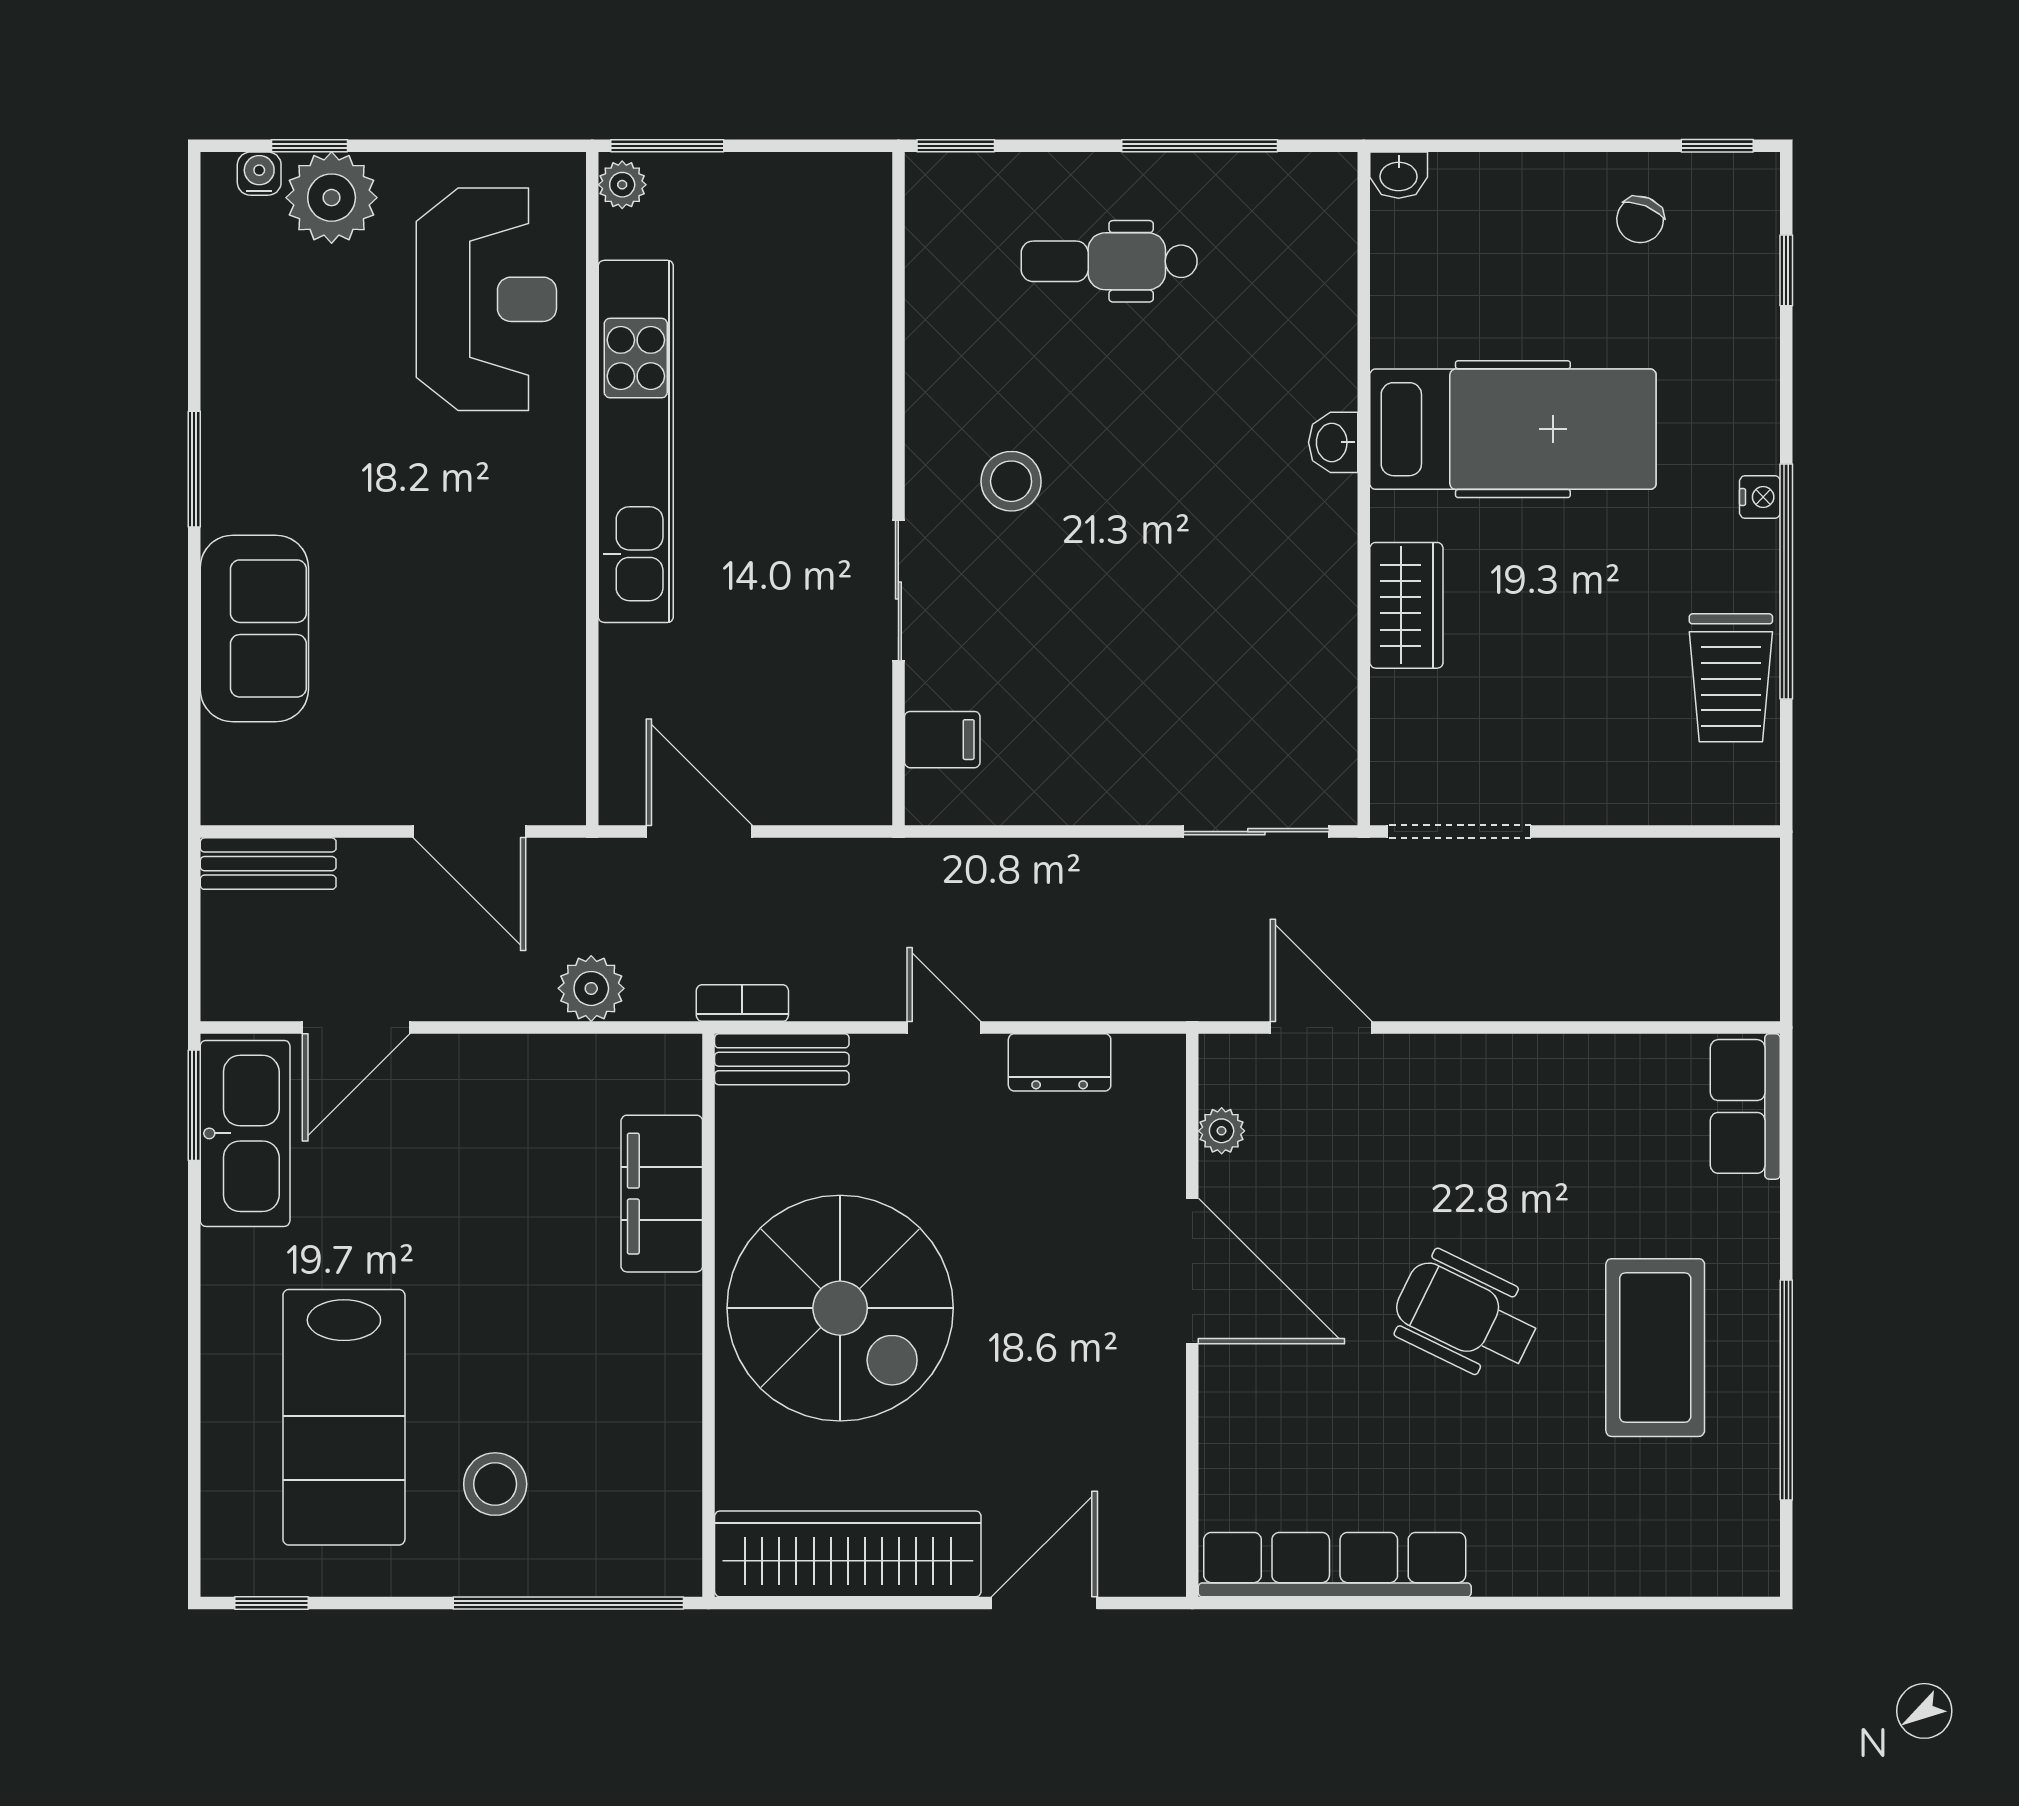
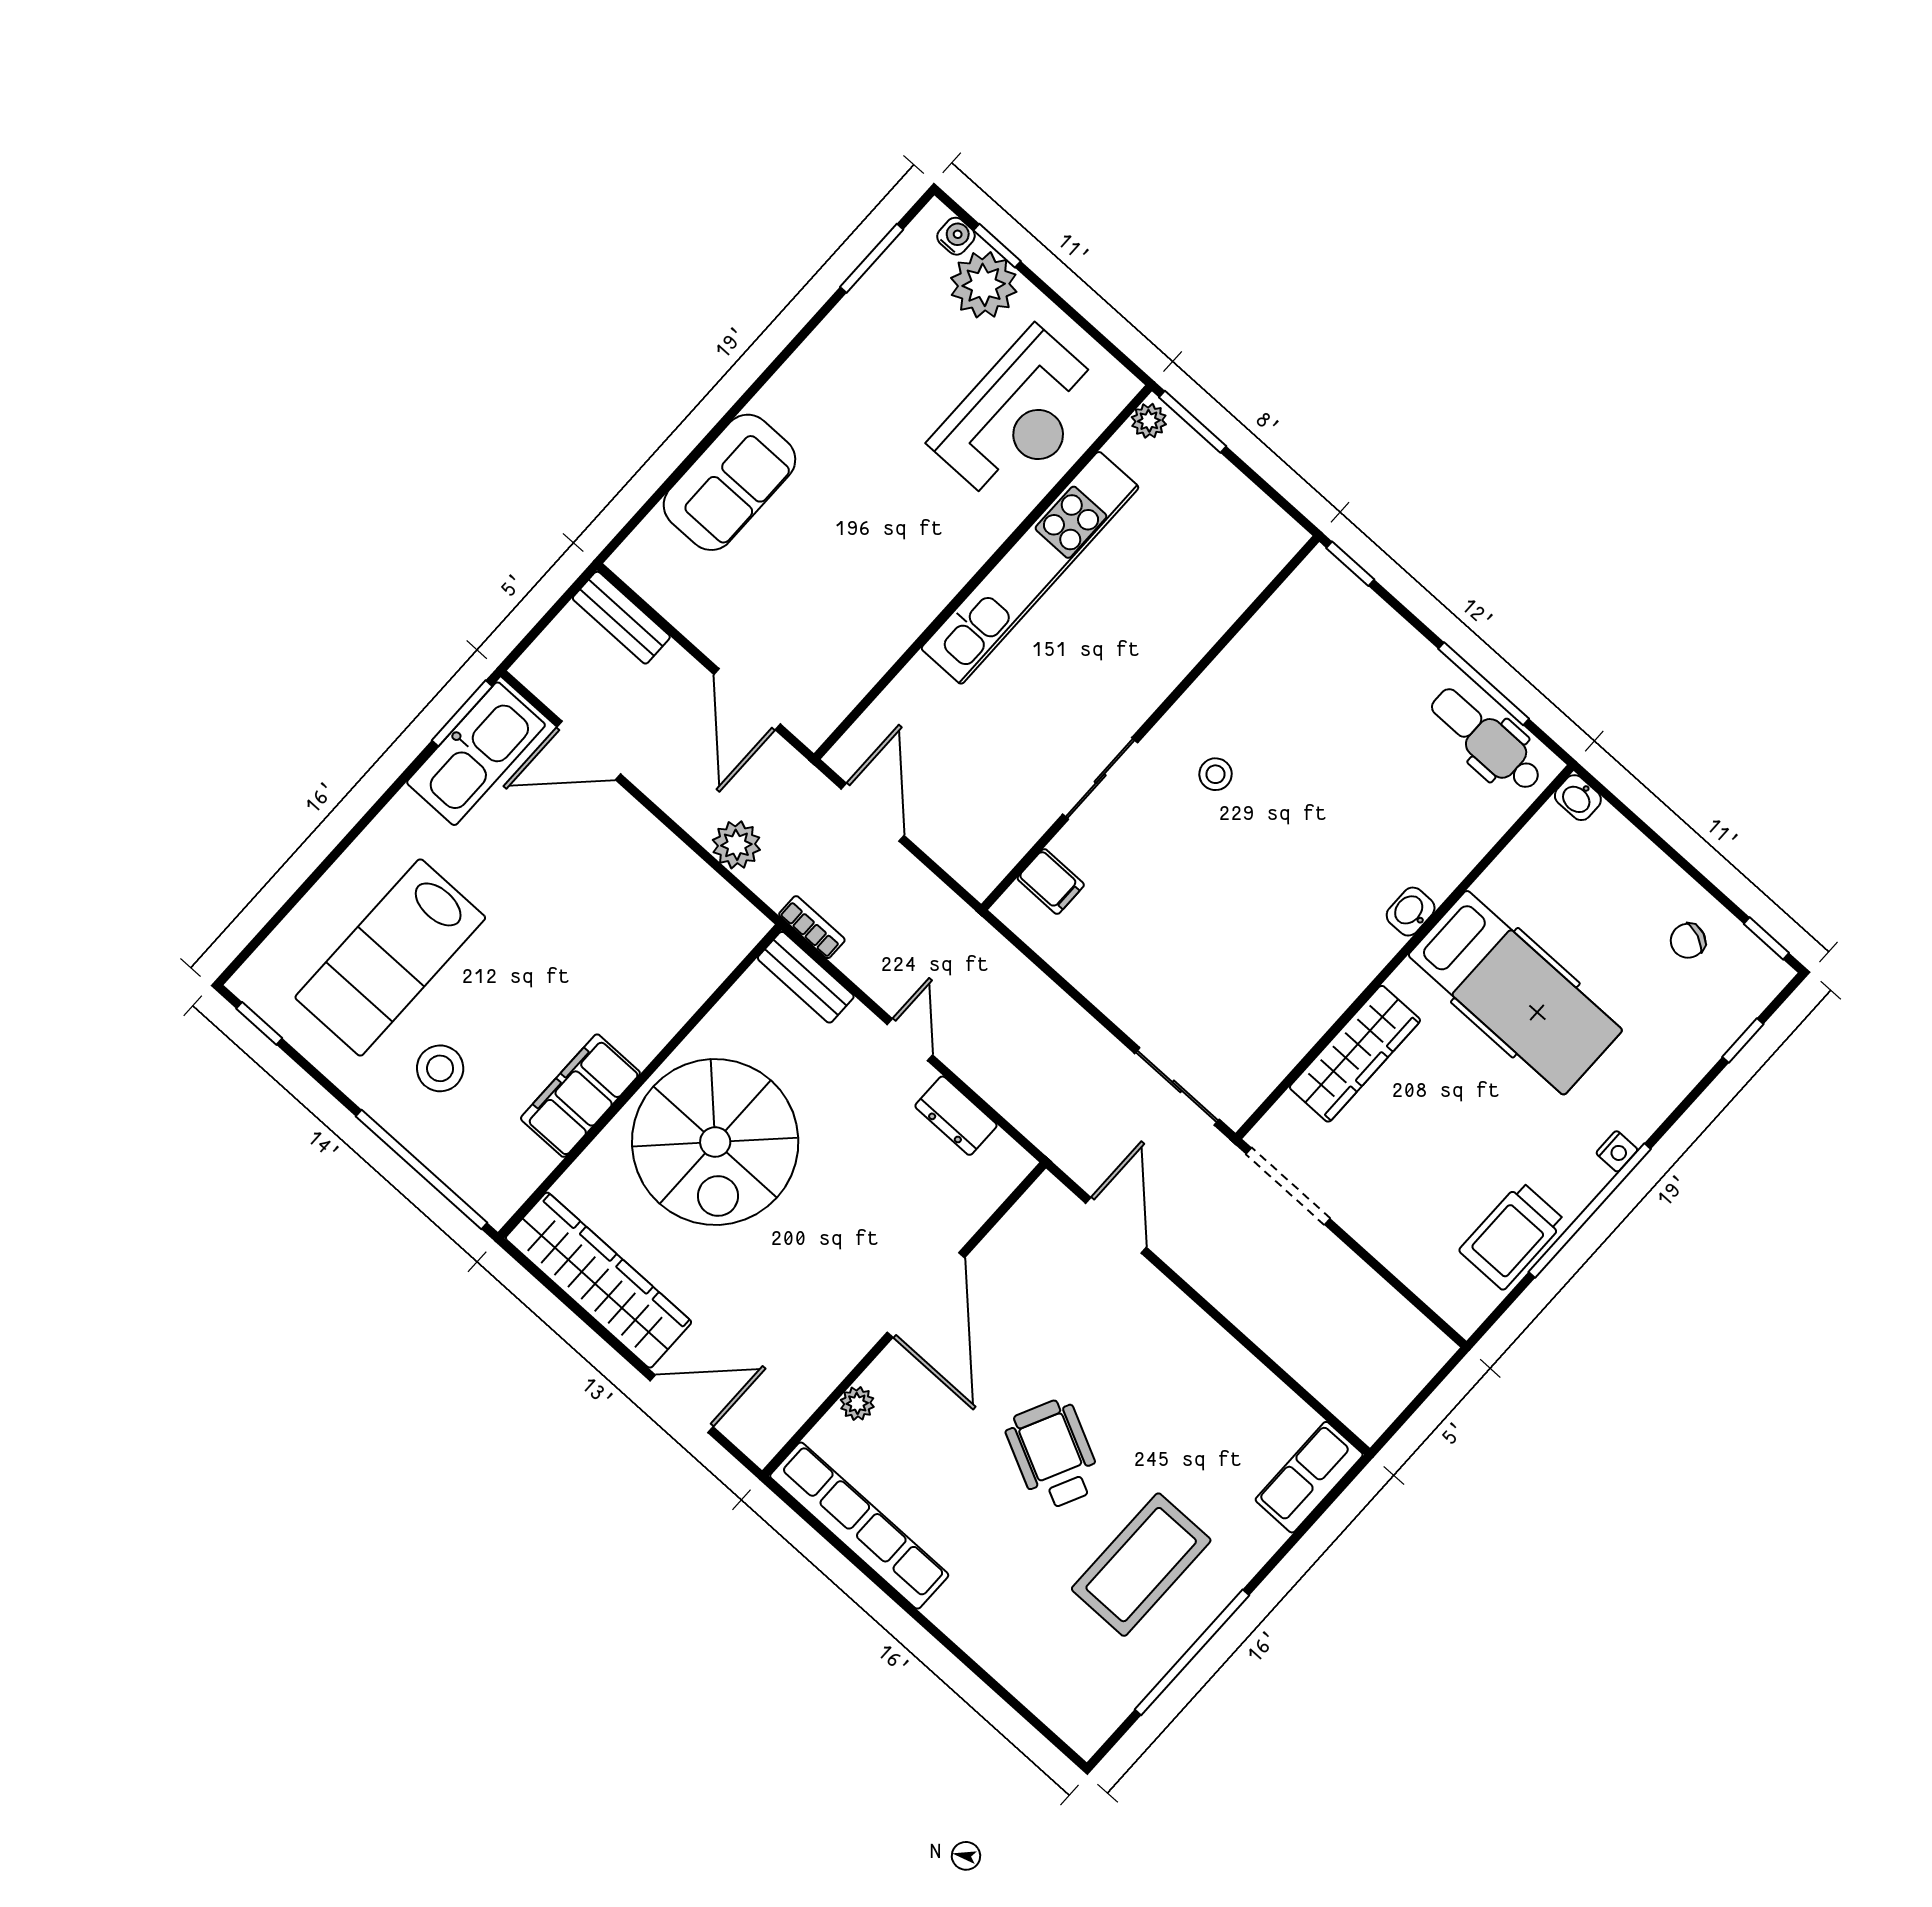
dental chair: (1109, 261) -> (1486, 740), moved
window: (194, 469) -> (872, 258), moved
stool: (1011, 481) -> (1216, 774), width x0.73, depth x0.73
wardrobe: (1406, 605) -> (1355, 1054), width x1.50
plant: (1222, 1131) -> (857, 1403), moved
filing cabinet: (662, 1194) -> (580, 1096), moved

